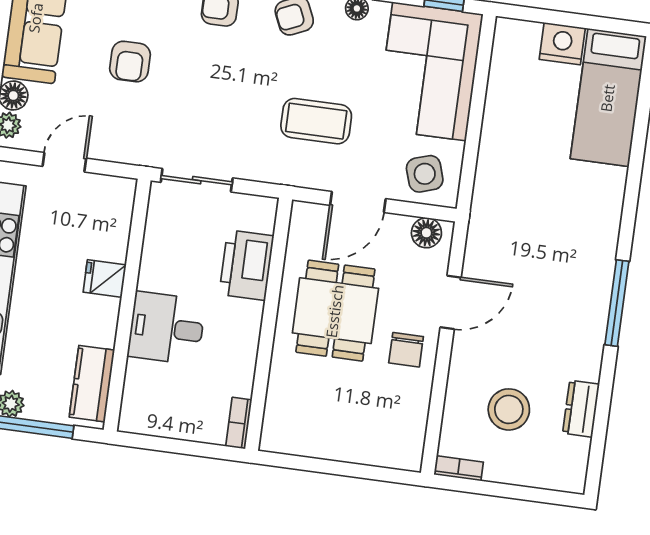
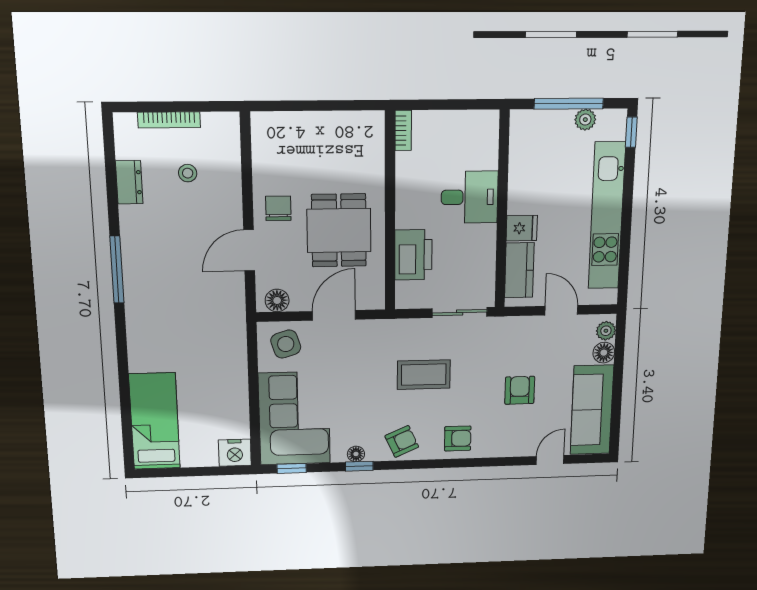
nightstand: (562, 44) -> (235, 453), moved
coffee table: (316, 121) -> (424, 375), moved
door: (64, 162) -> (561, 310), swing flipped
kitchen counter: (92, 384) -> (519, 270), moved
stool: (509, 409) -> (188, 173), width x0.53, depth x0.53
bookcase: (459, 468) -> (169, 120), moved, width x1.56

